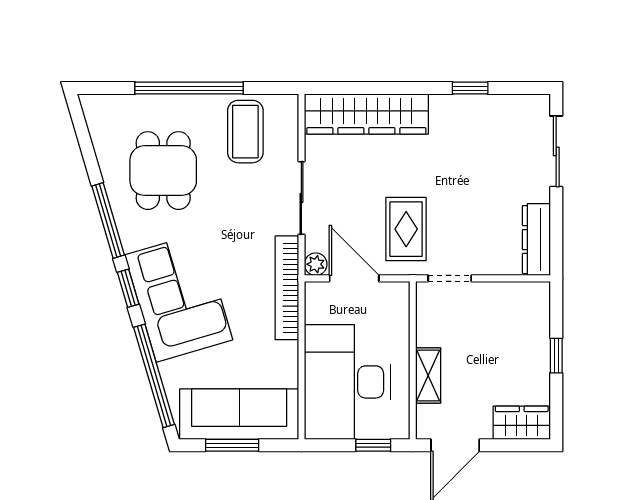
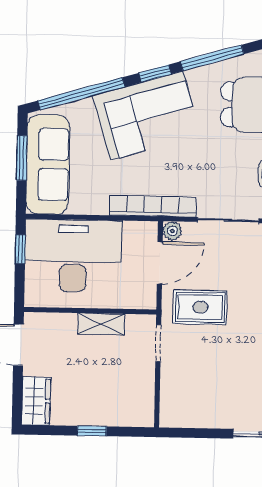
dresser: (536, 240) -> (189, 416), removed
shelving: (428, 375) -> (101, 324), moved
window: (373, 445) -> (20, 249), moved

